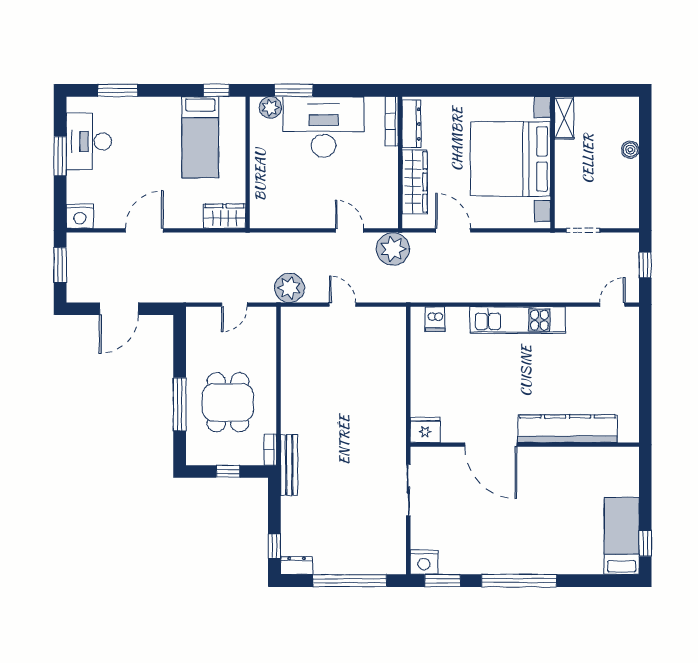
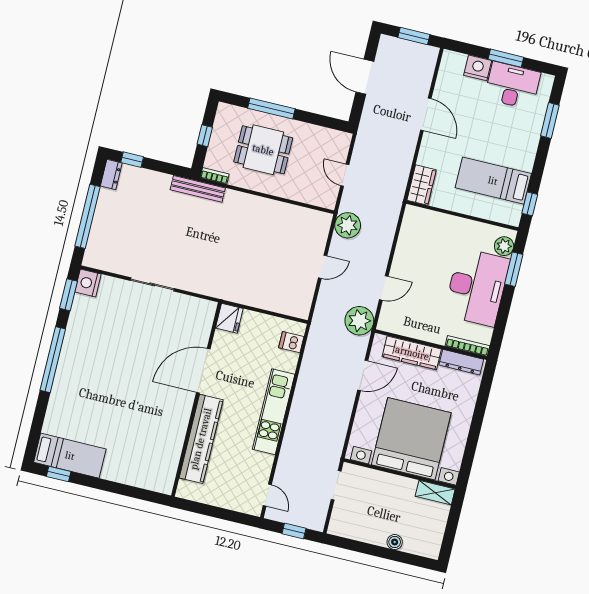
nightstand: (80, 216) -> (478, 68), moved, turned 90
kitchen counter: (567, 429) -> (201, 439), moved
fridge: (425, 430) -> (229, 318), moved
door: (491, 445) -> (203, 371), moved
wall: (525, 445) -> (196, 399), moved

